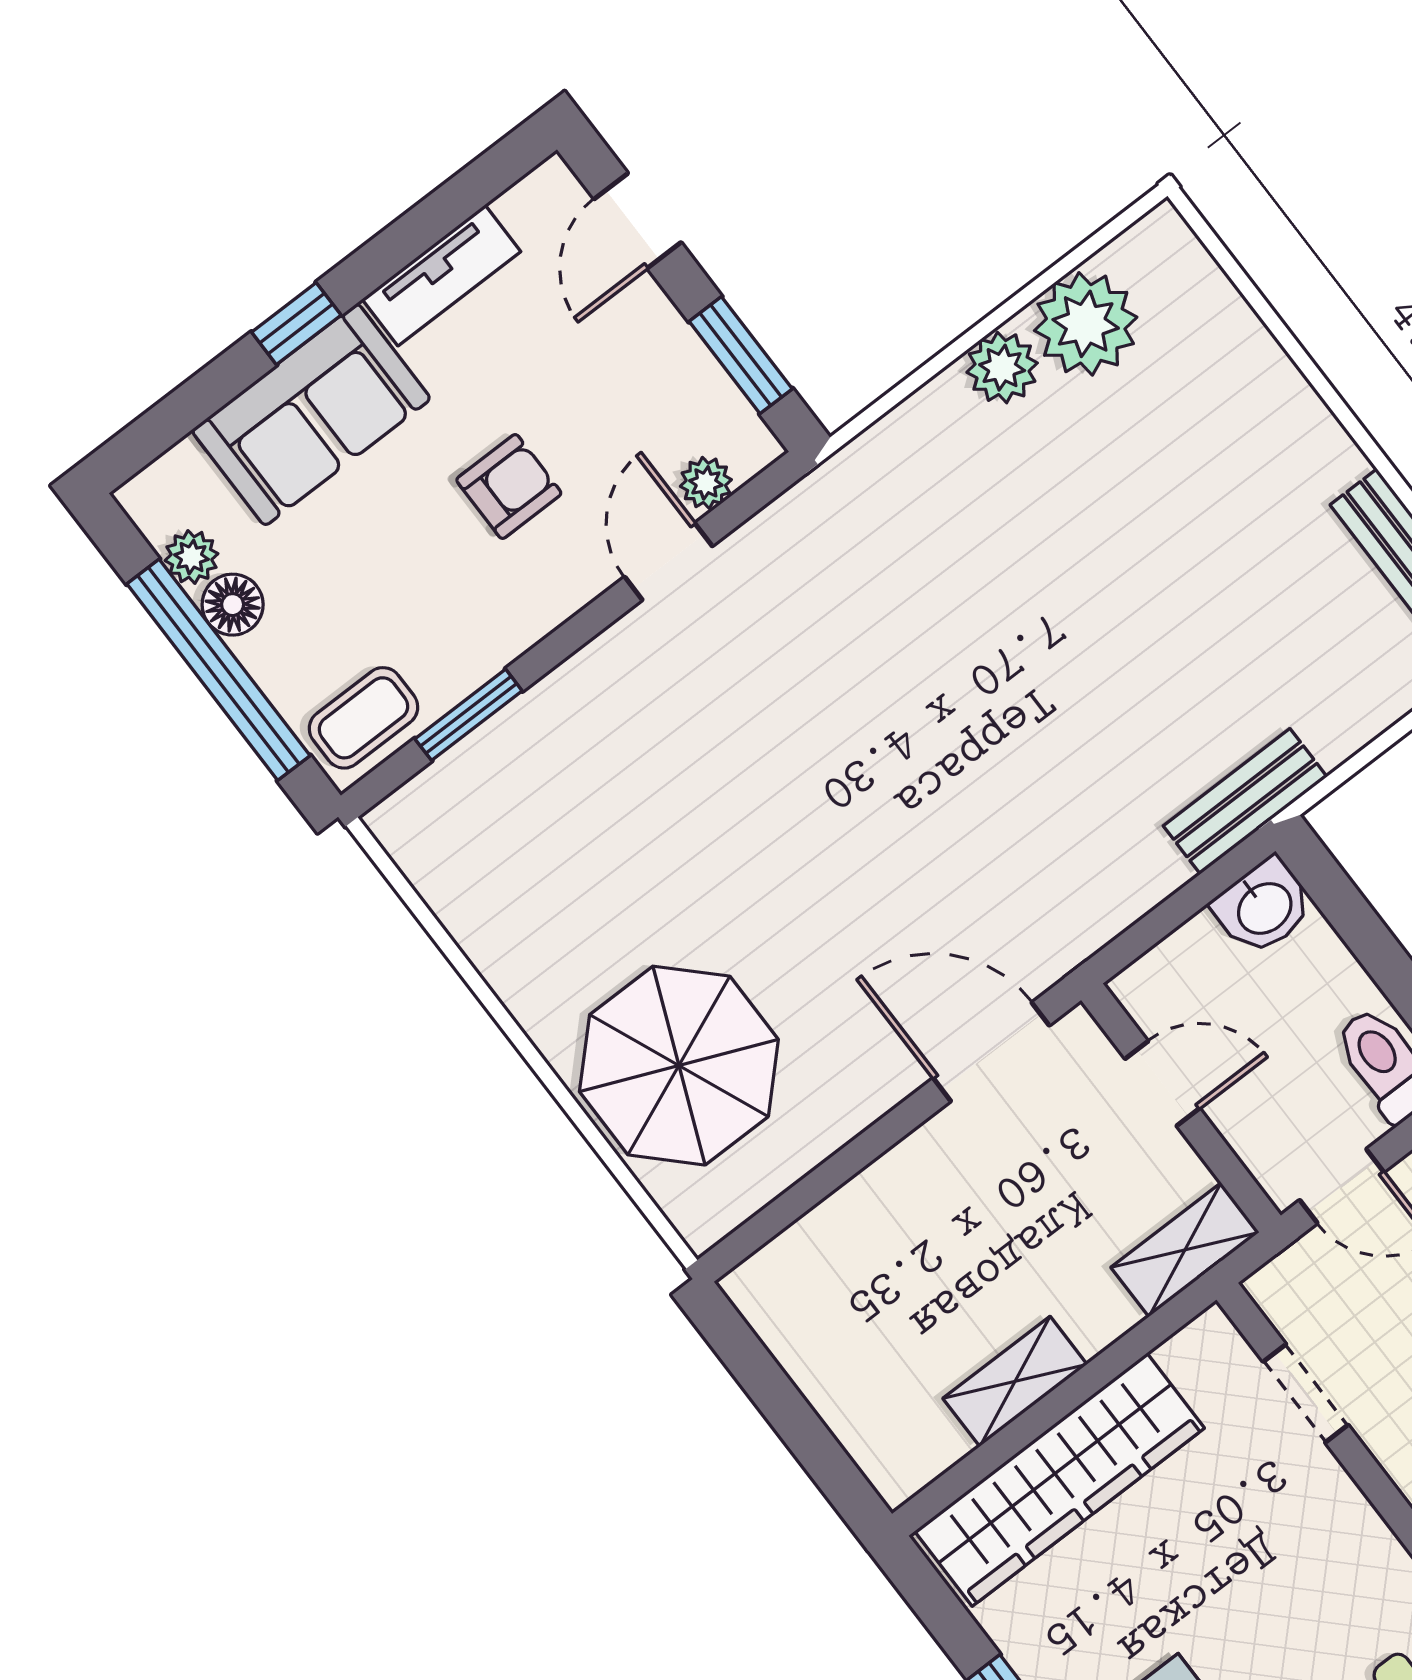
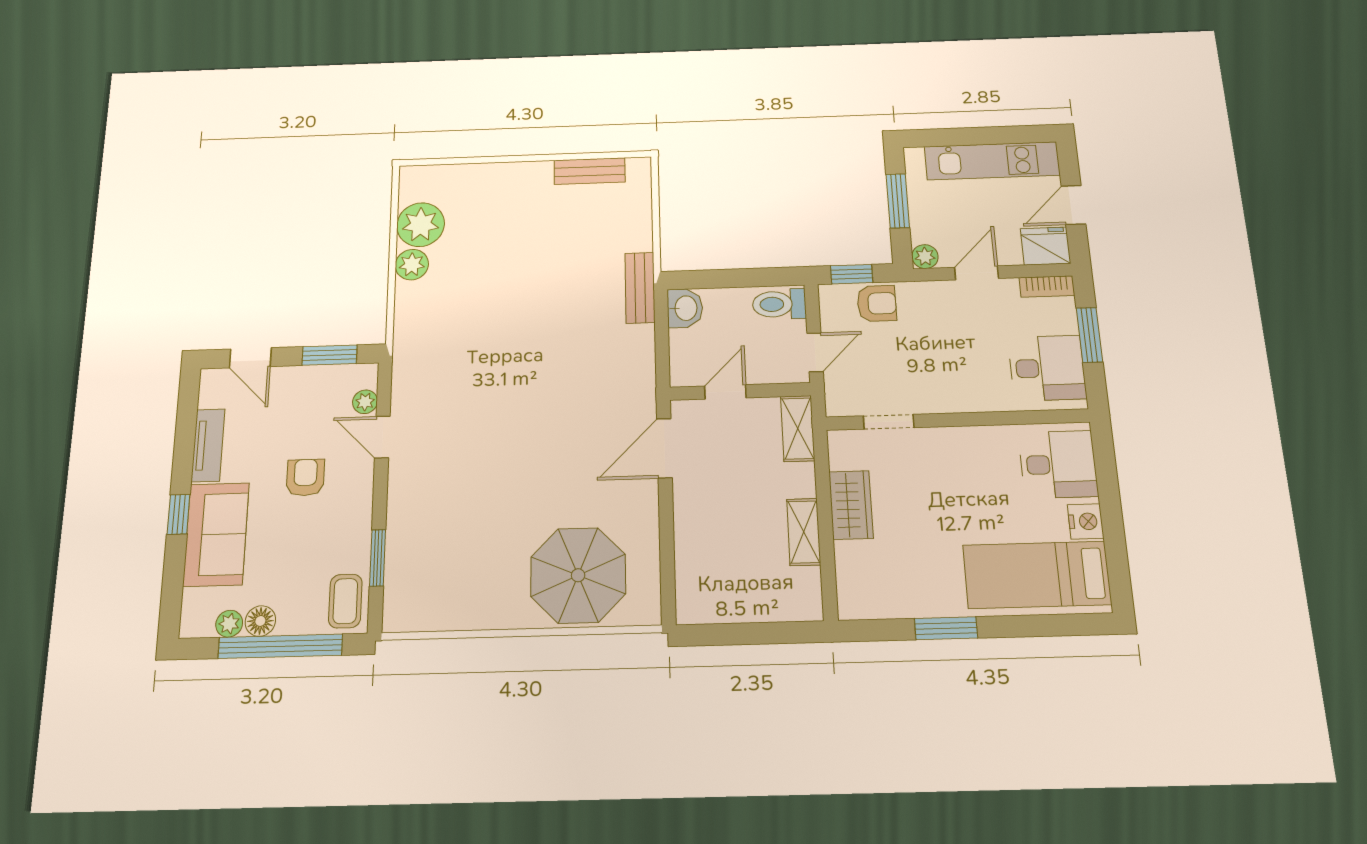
wardrobe: (1060, 1480) -> (851, 505), width x0.48, depth x0.85

